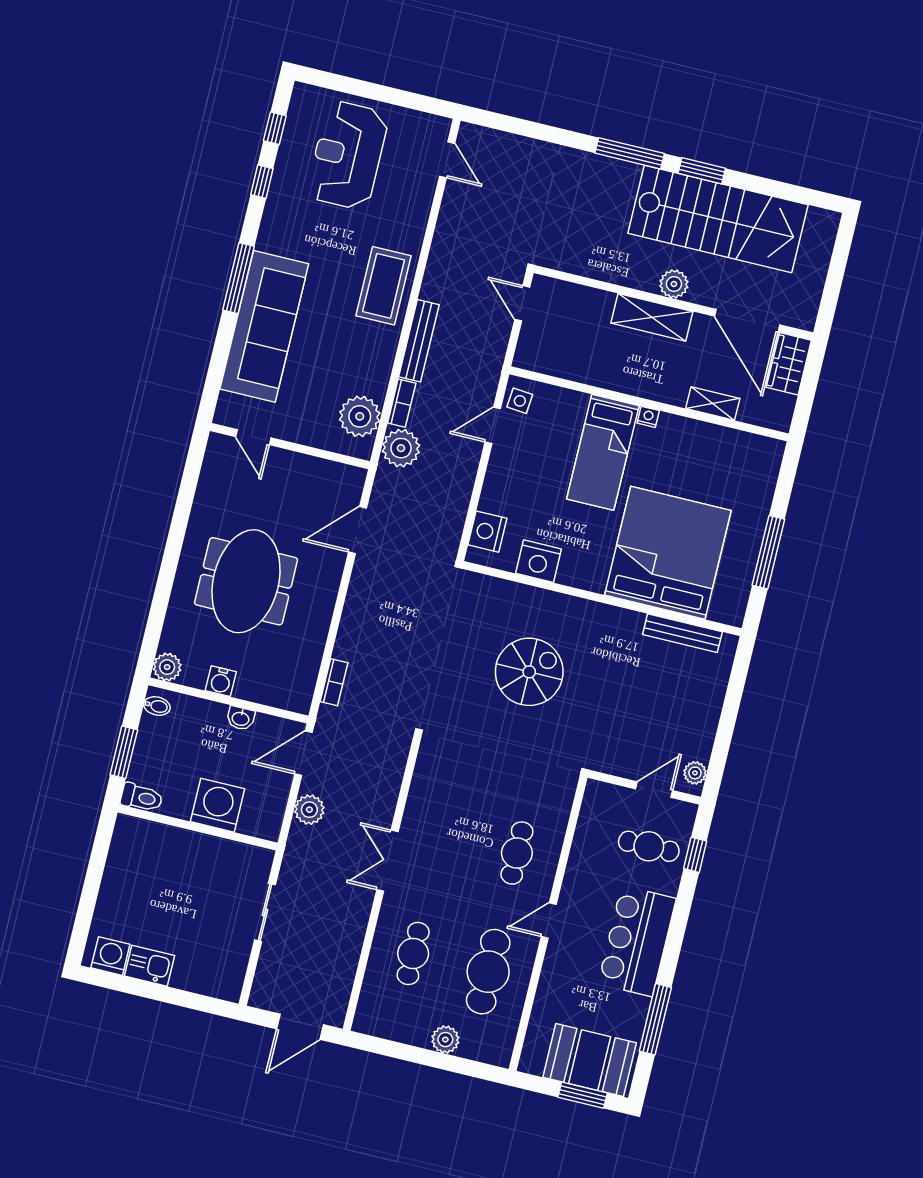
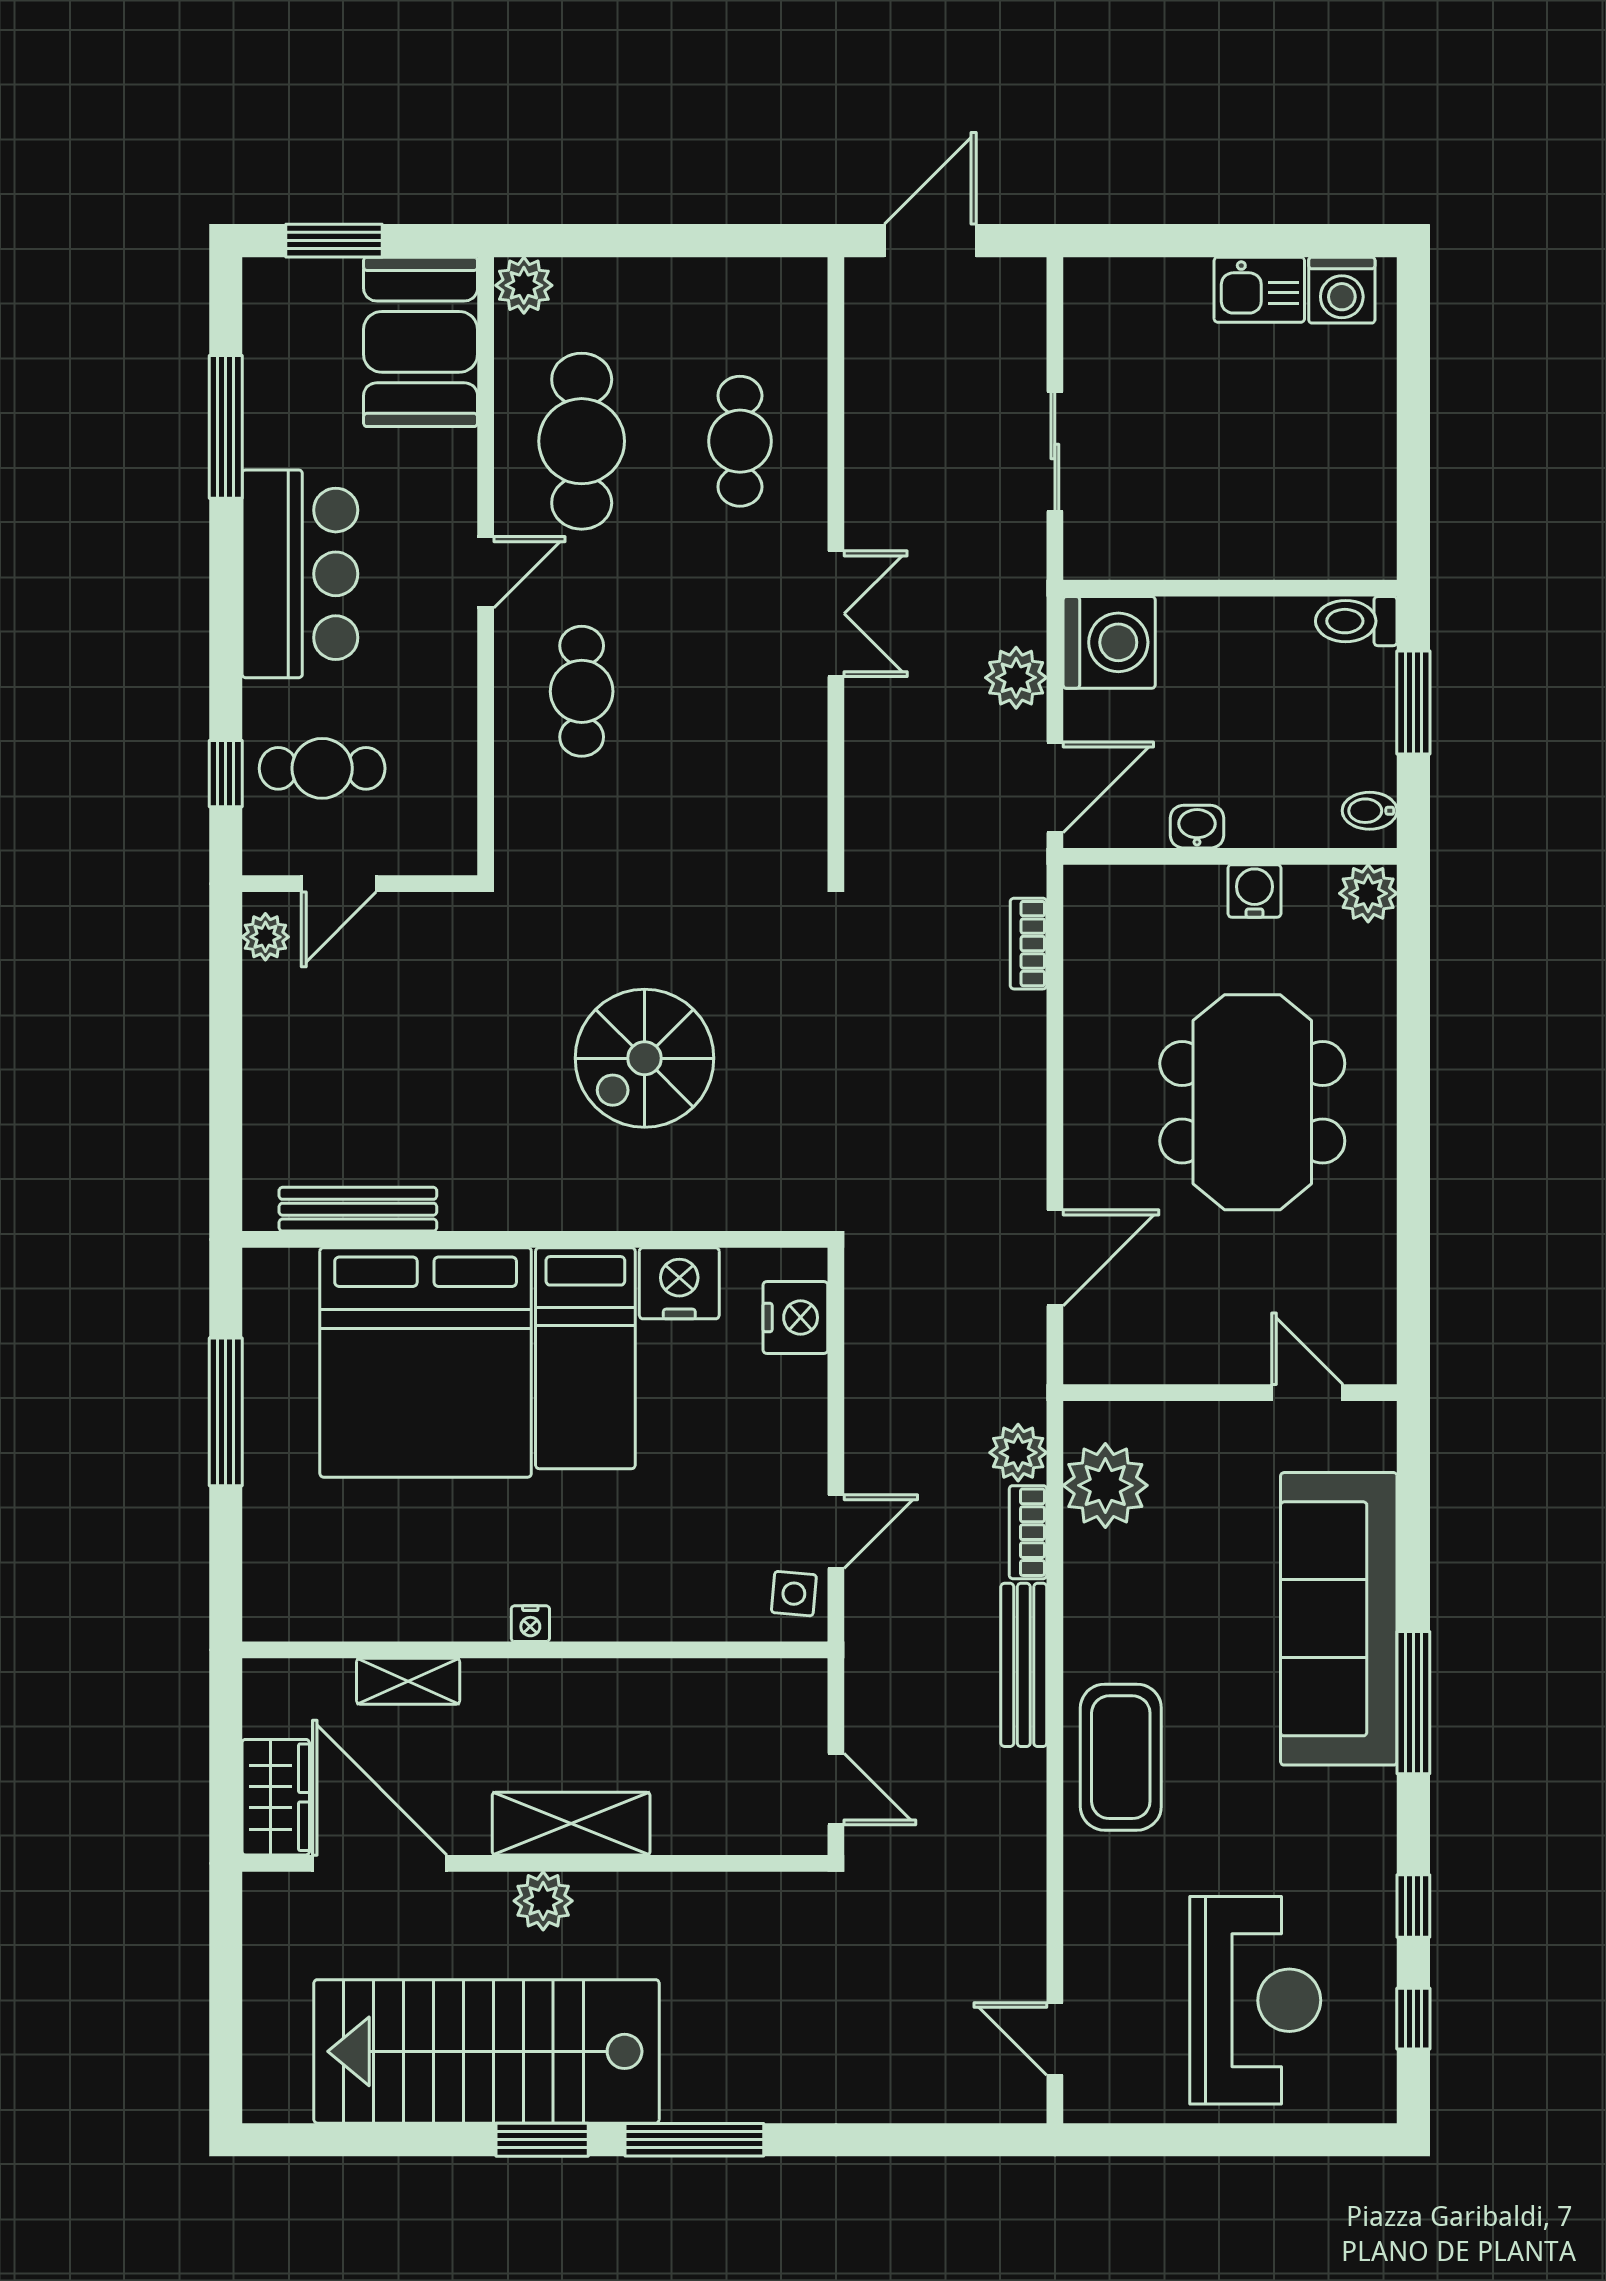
plant: (401, 448) -> (1018, 1453), width x0.73, depth x0.73
bed: (603, 452) -> (585, 1358), moved, turned 180
washing machine: (217, 805) -> (1109, 642), moved, turned -90
plant: (445, 1040) -> (524, 285), moved
booth: (590, 1060) -> (421, 342), moved, turned 90

